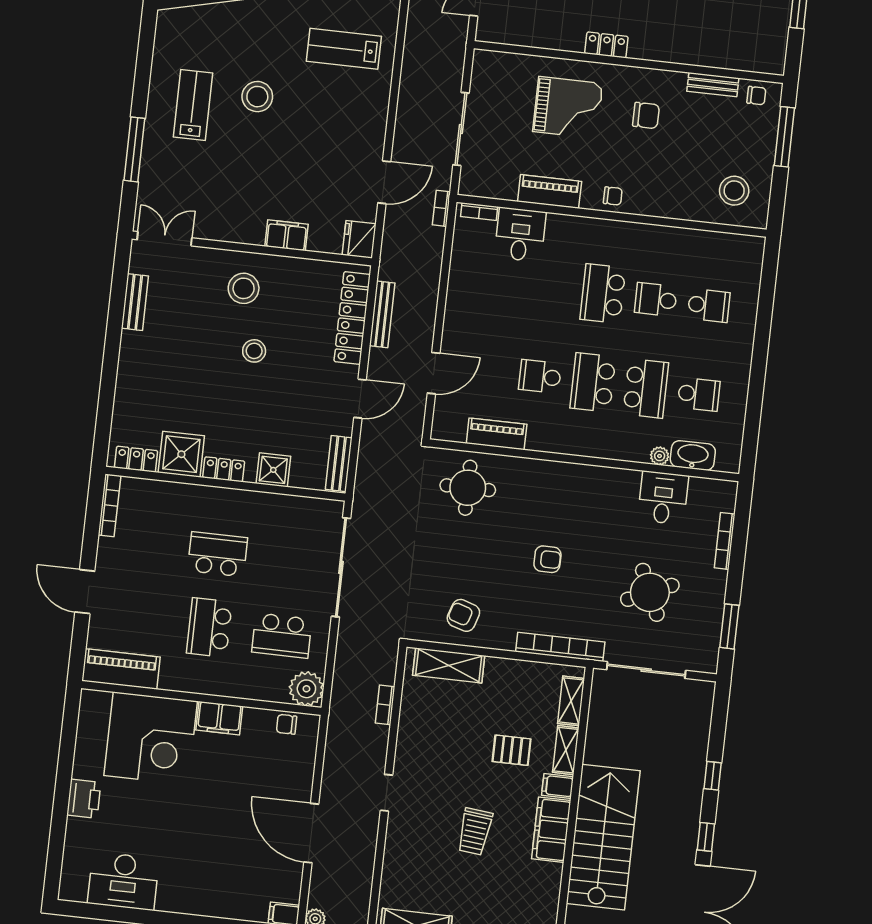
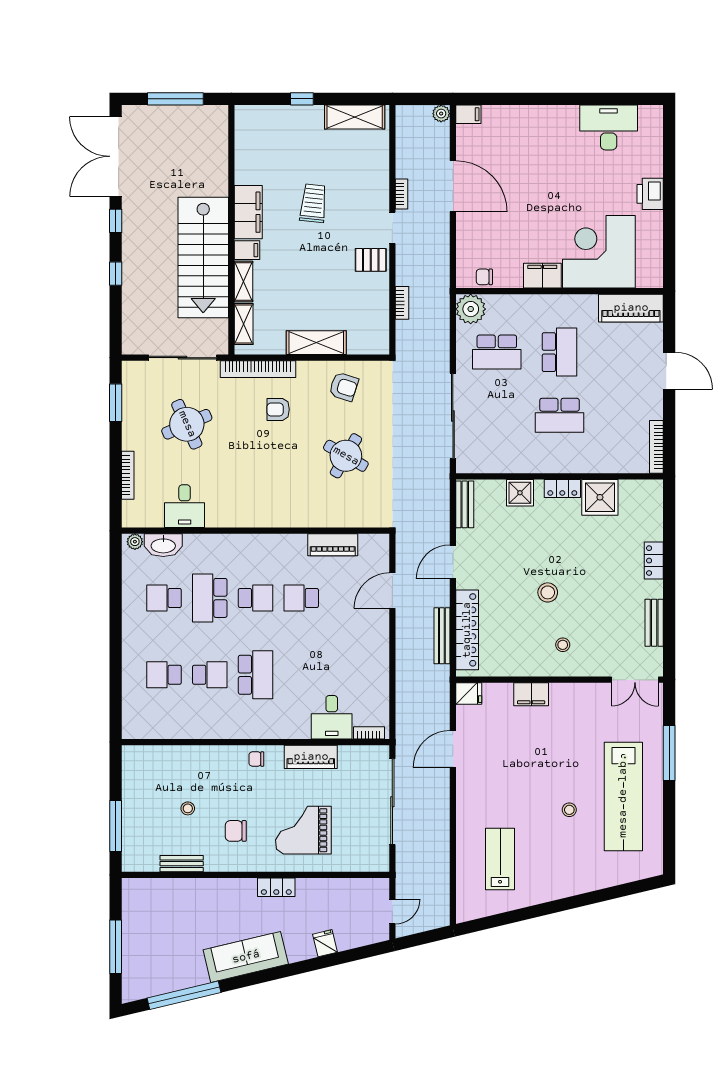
lab bench: (344, 49) -> (500, 859), turned -90
chair: (756, 96) -> (143, 858), removed
stool: (257, 97) -> (569, 810), width x0.53, depth x0.53
lab bench: (193, 105) -> (623, 796), width x1.86, depth x1.39
sliding door: (461, 129) -> (392, 802), width x1.36
stool: (734, 191) -> (188, 808), moved, width x0.53, depth x0.53
bookcase: (441, 208) -> (401, 194), moved
fridge: (359, 239) -> (469, 693), width x0.72
stool: (244, 288) -> (563, 645), width x0.53, depth x0.53
school desk: (540, 376) -> (301, 598), turned 180
school desk: (593, 382) -> (256, 598), width x0.54
plant: (660, 456) -> (135, 542), moved
locker: (136, 459) -> (654, 561), moved, turned 90
round table: (468, 488) -> (346, 456), moved, turned 30
armchair: (547, 559) -> (278, 409), moved
school desk: (282, 636) -> (497, 352), turned 180
shelving: (449, 665) -> (316, 343), moved
chair: (287, 724) -> (484, 277), turned 180
pallet: (512, 750) -> (371, 260), moved
stairs: (603, 837) -> (203, 257), moved

